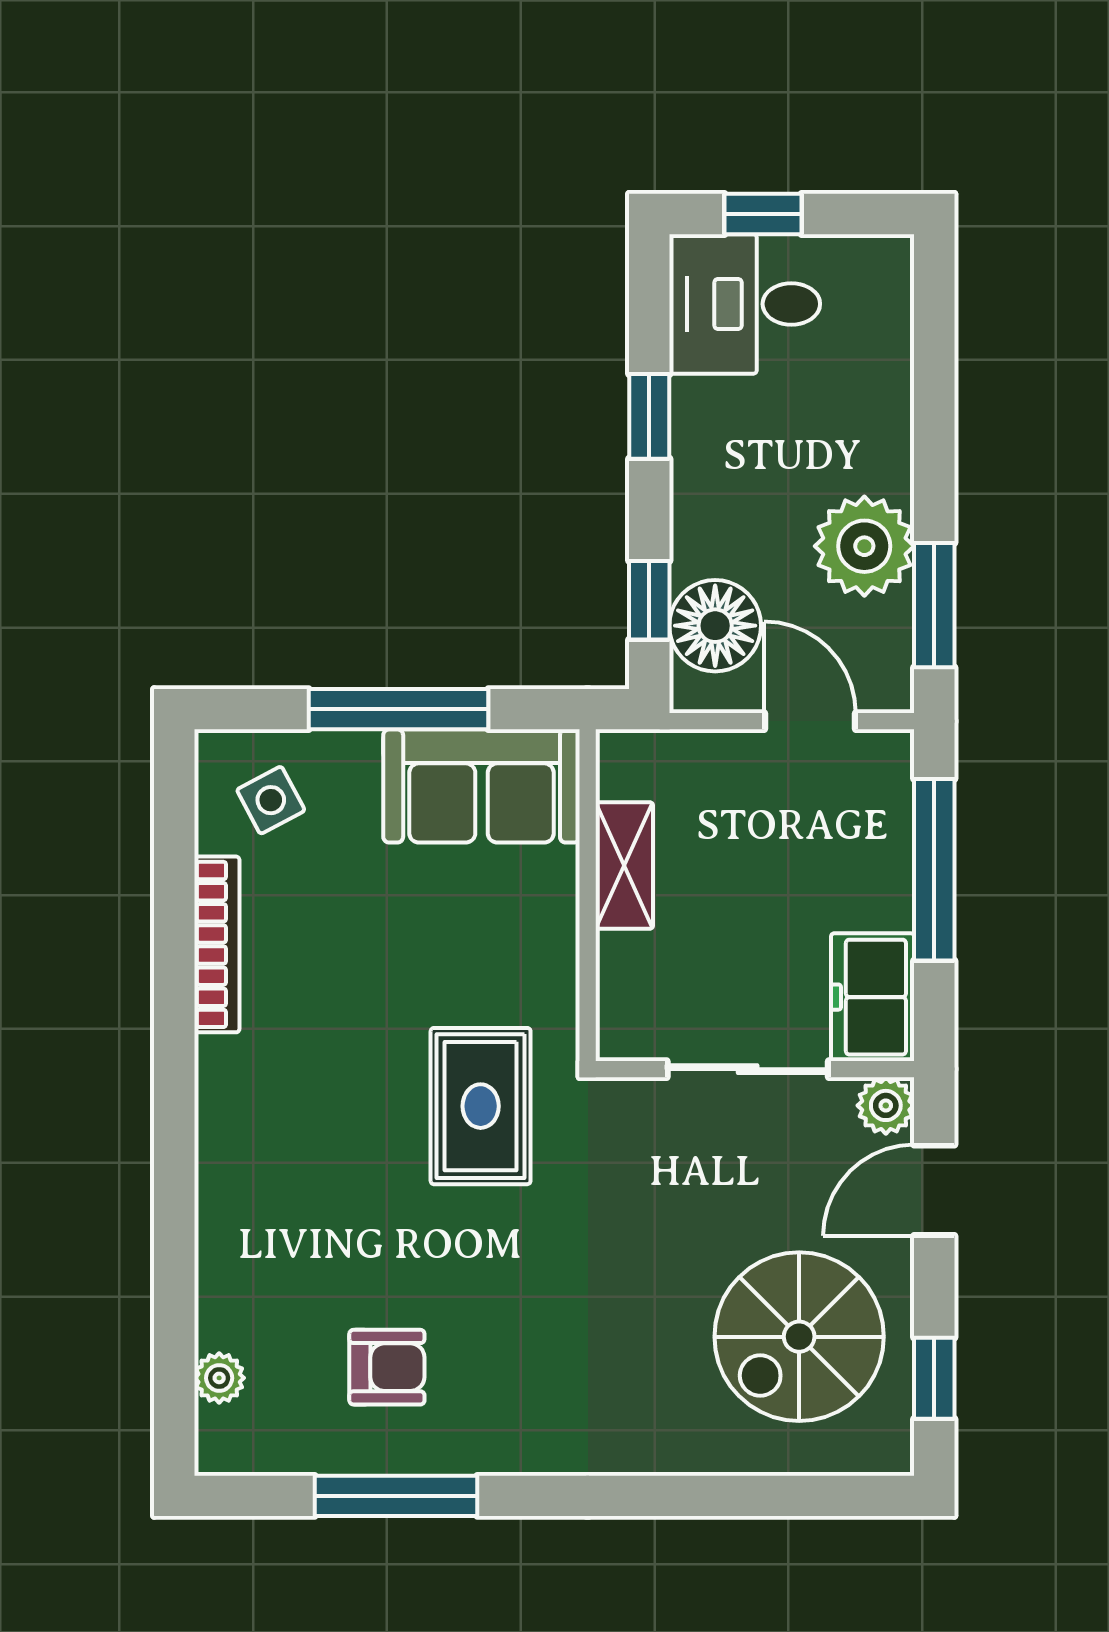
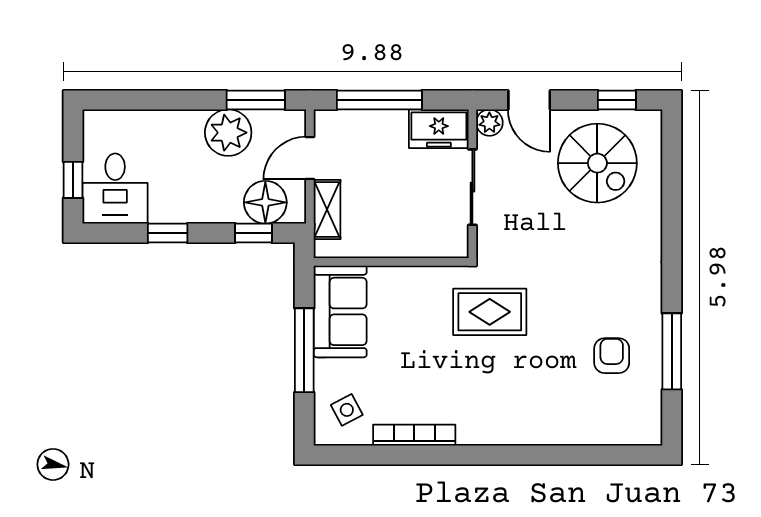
shelving: (624, 865) -> (327, 209), moved, turned 90
plant: (219, 1378) -> (617, 434), removed

